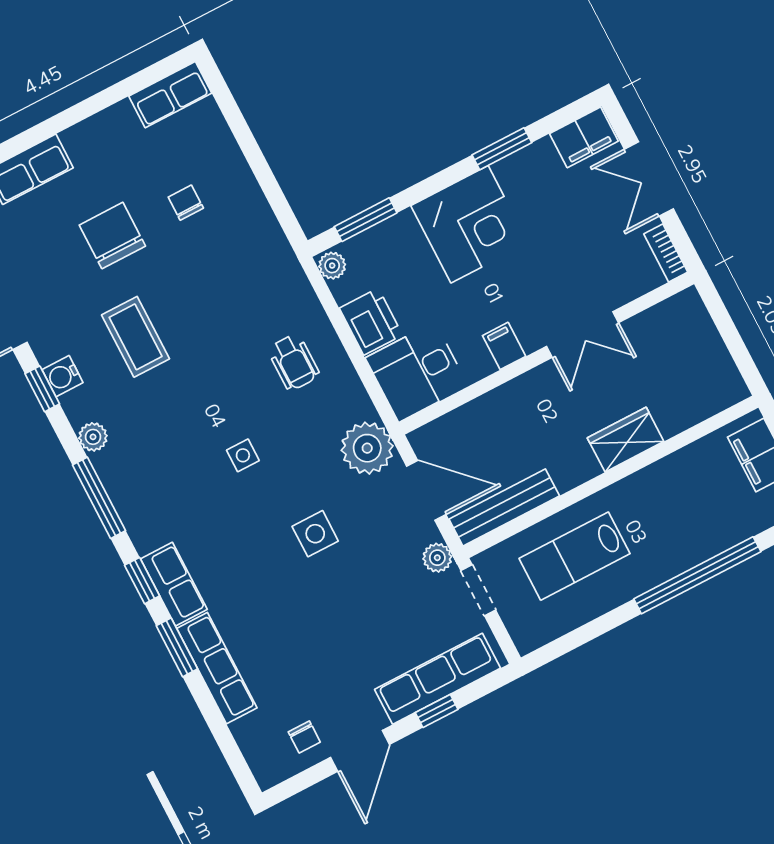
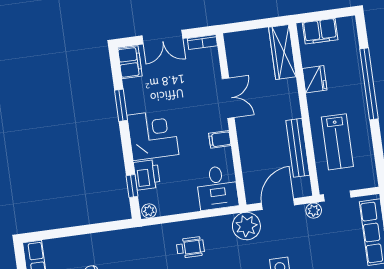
window: (366, 220) -> (132, 186), width x0.67
printer: (371, 322) -> (147, 175), moved, turned 90
wardrobe: (626, 440) -> (282, 52), moved, width x1.50
fridge: (671, 476) -> (315, 79), added
bench: (504, 507) -> (298, 148), moved

